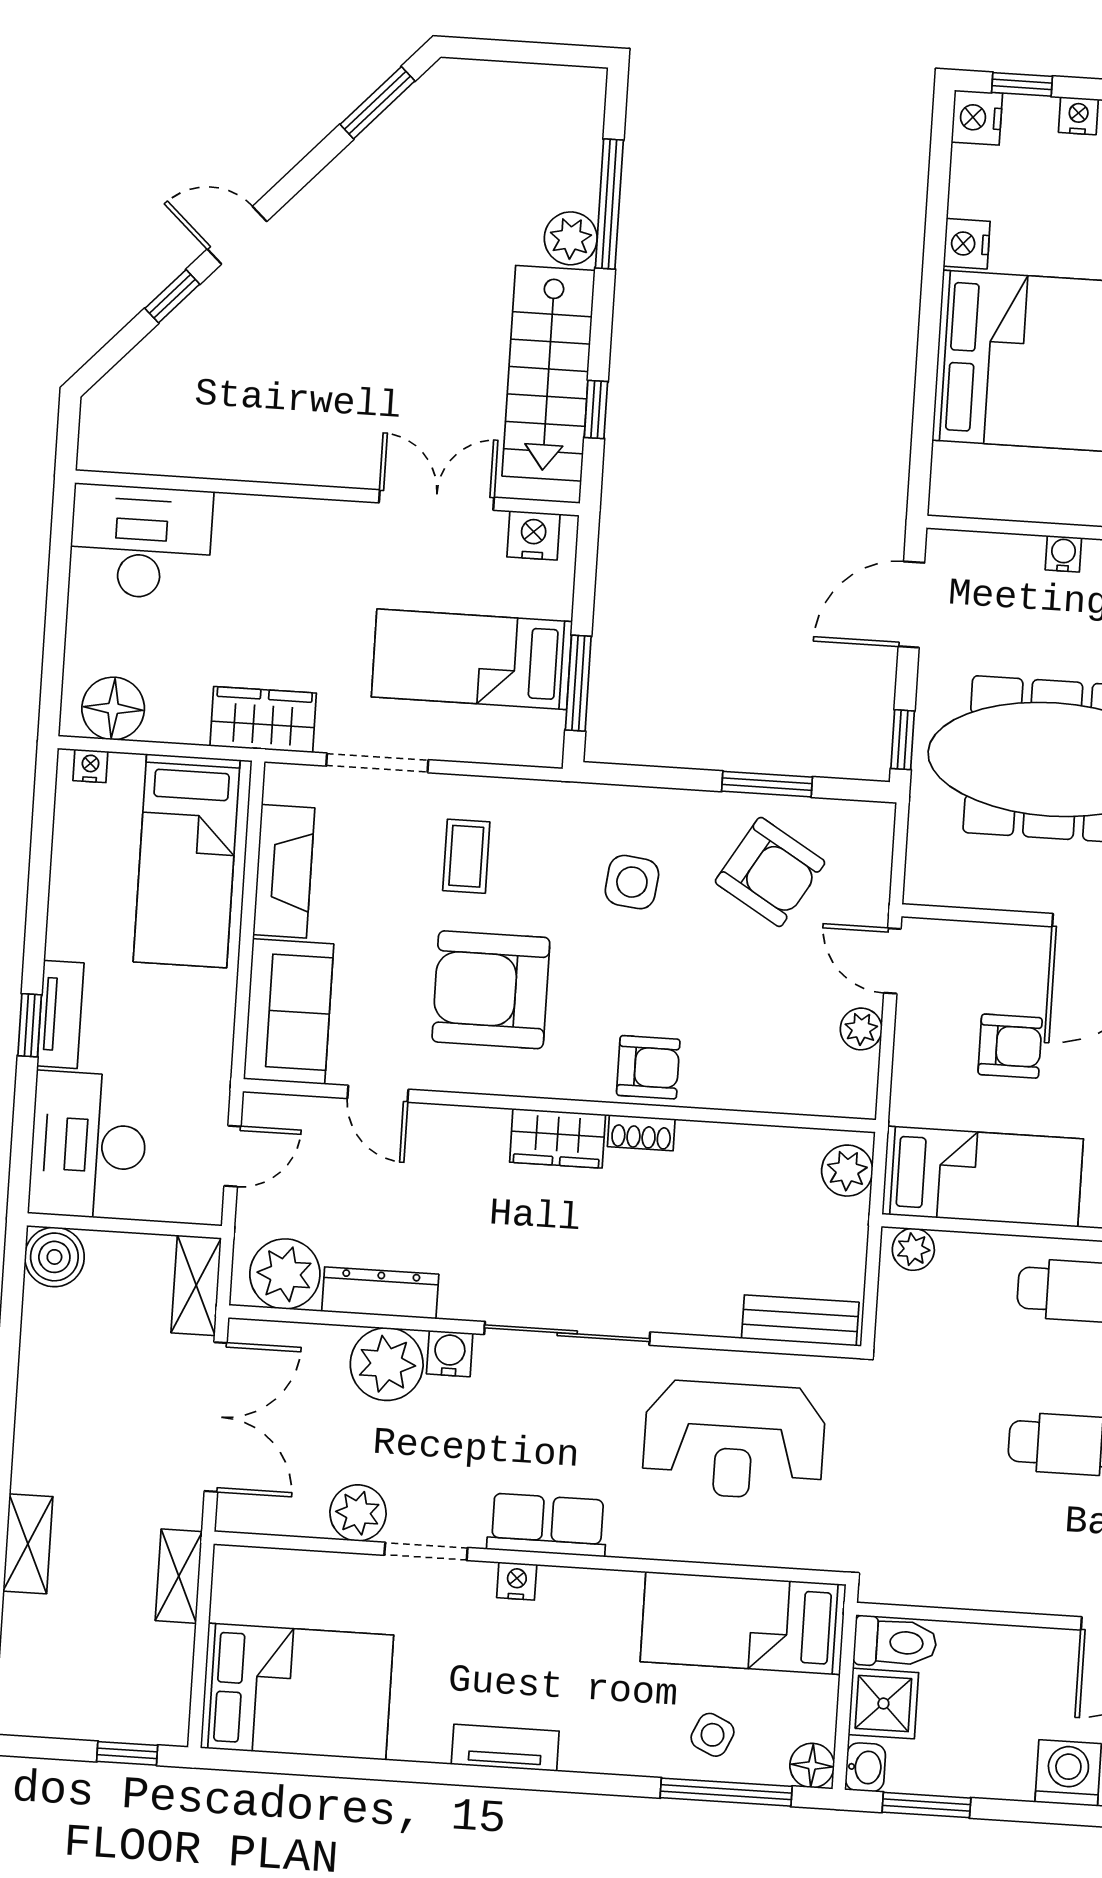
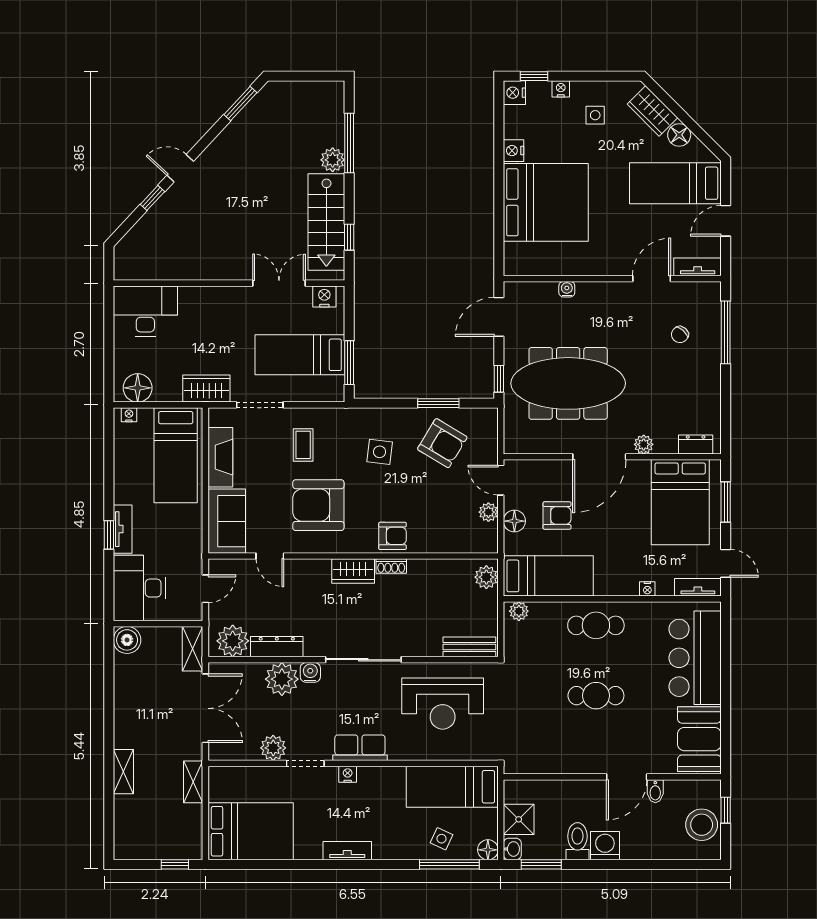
floor lamp: (916, 1052) -> (514, 521), added
toilet: (895, 1642) -> (577, 841), moved, turned -90

